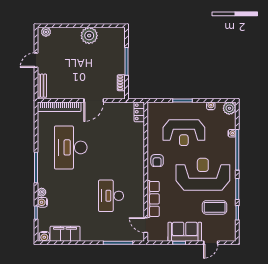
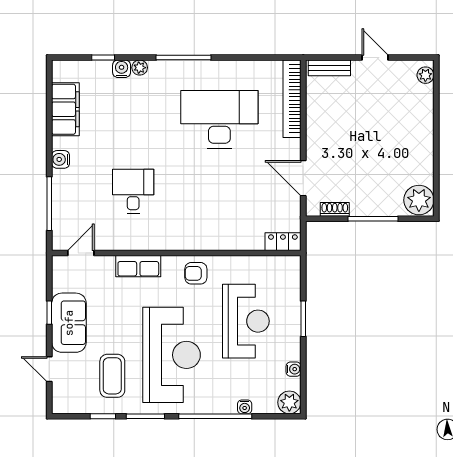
plant: (89, 36) -> (419, 200), moved
door: (94, 100) -> (303, 178), moved
reception desk: (184, 133) -> (246, 321), turned 180
desk: (111, 196) -> (133, 191), width x0.73
row of seats: (153, 199) -> (138, 266), width x0.68
water cooler: (44, 236) -> (61, 159), moved

